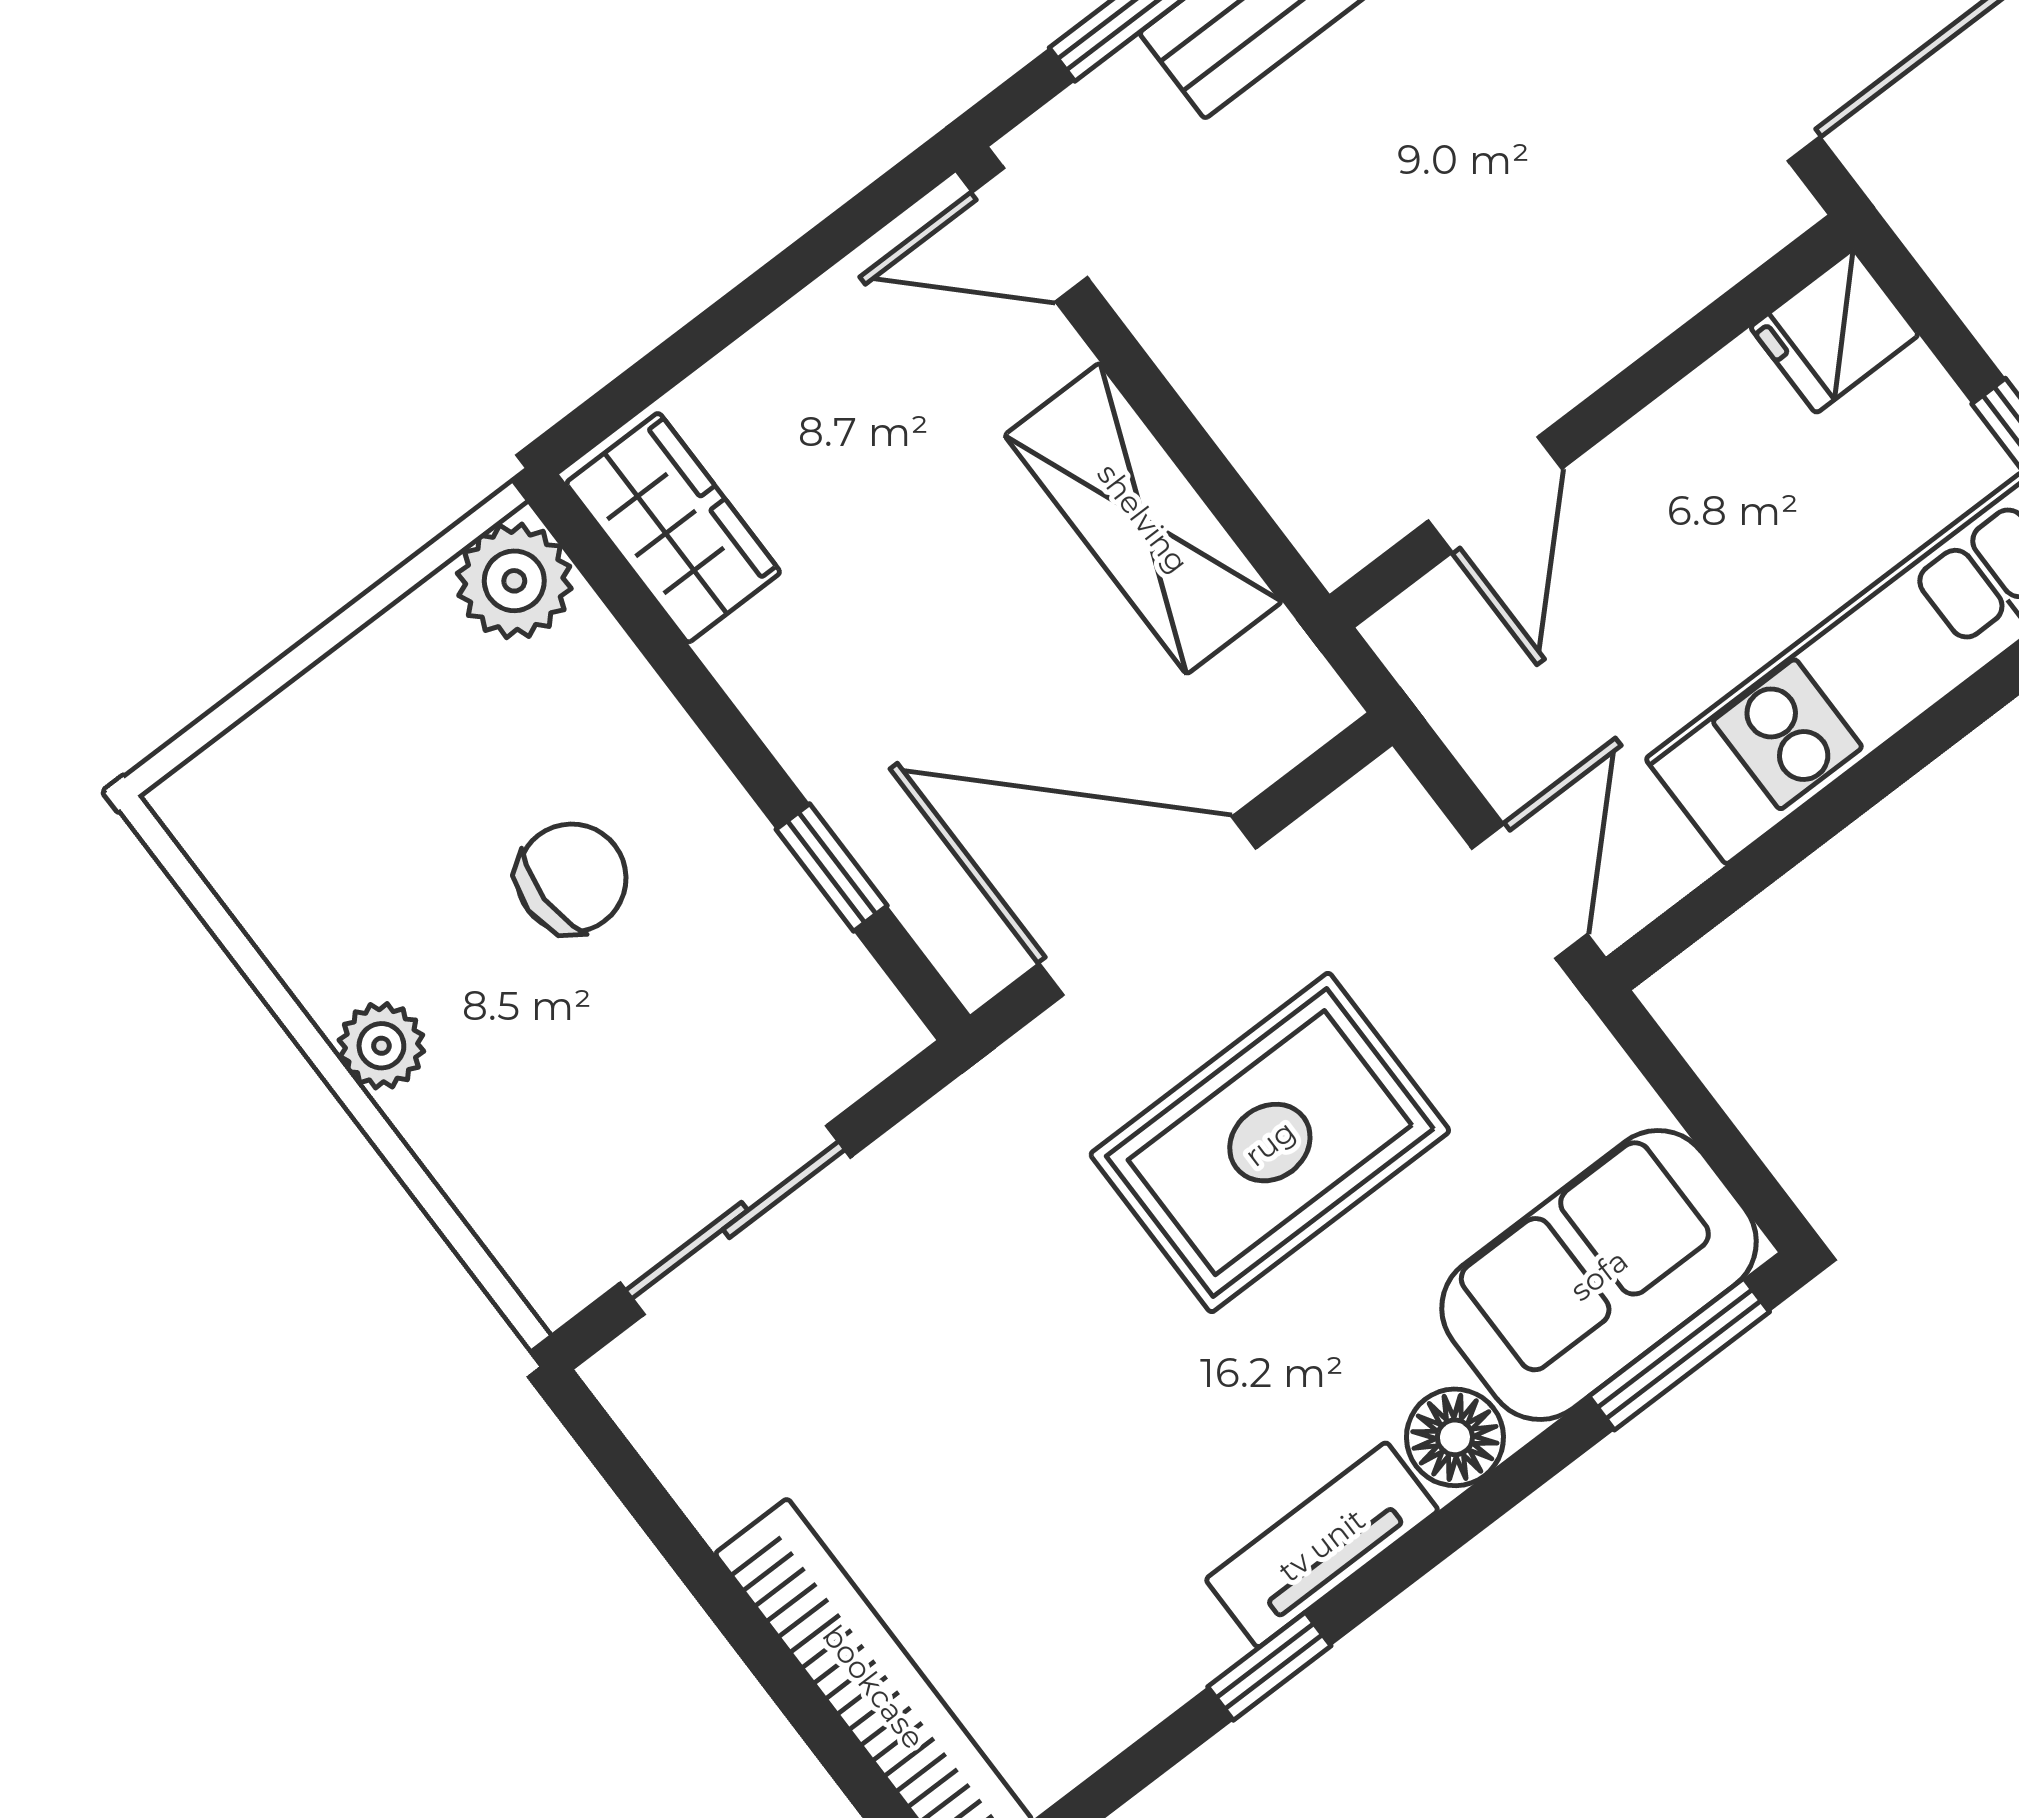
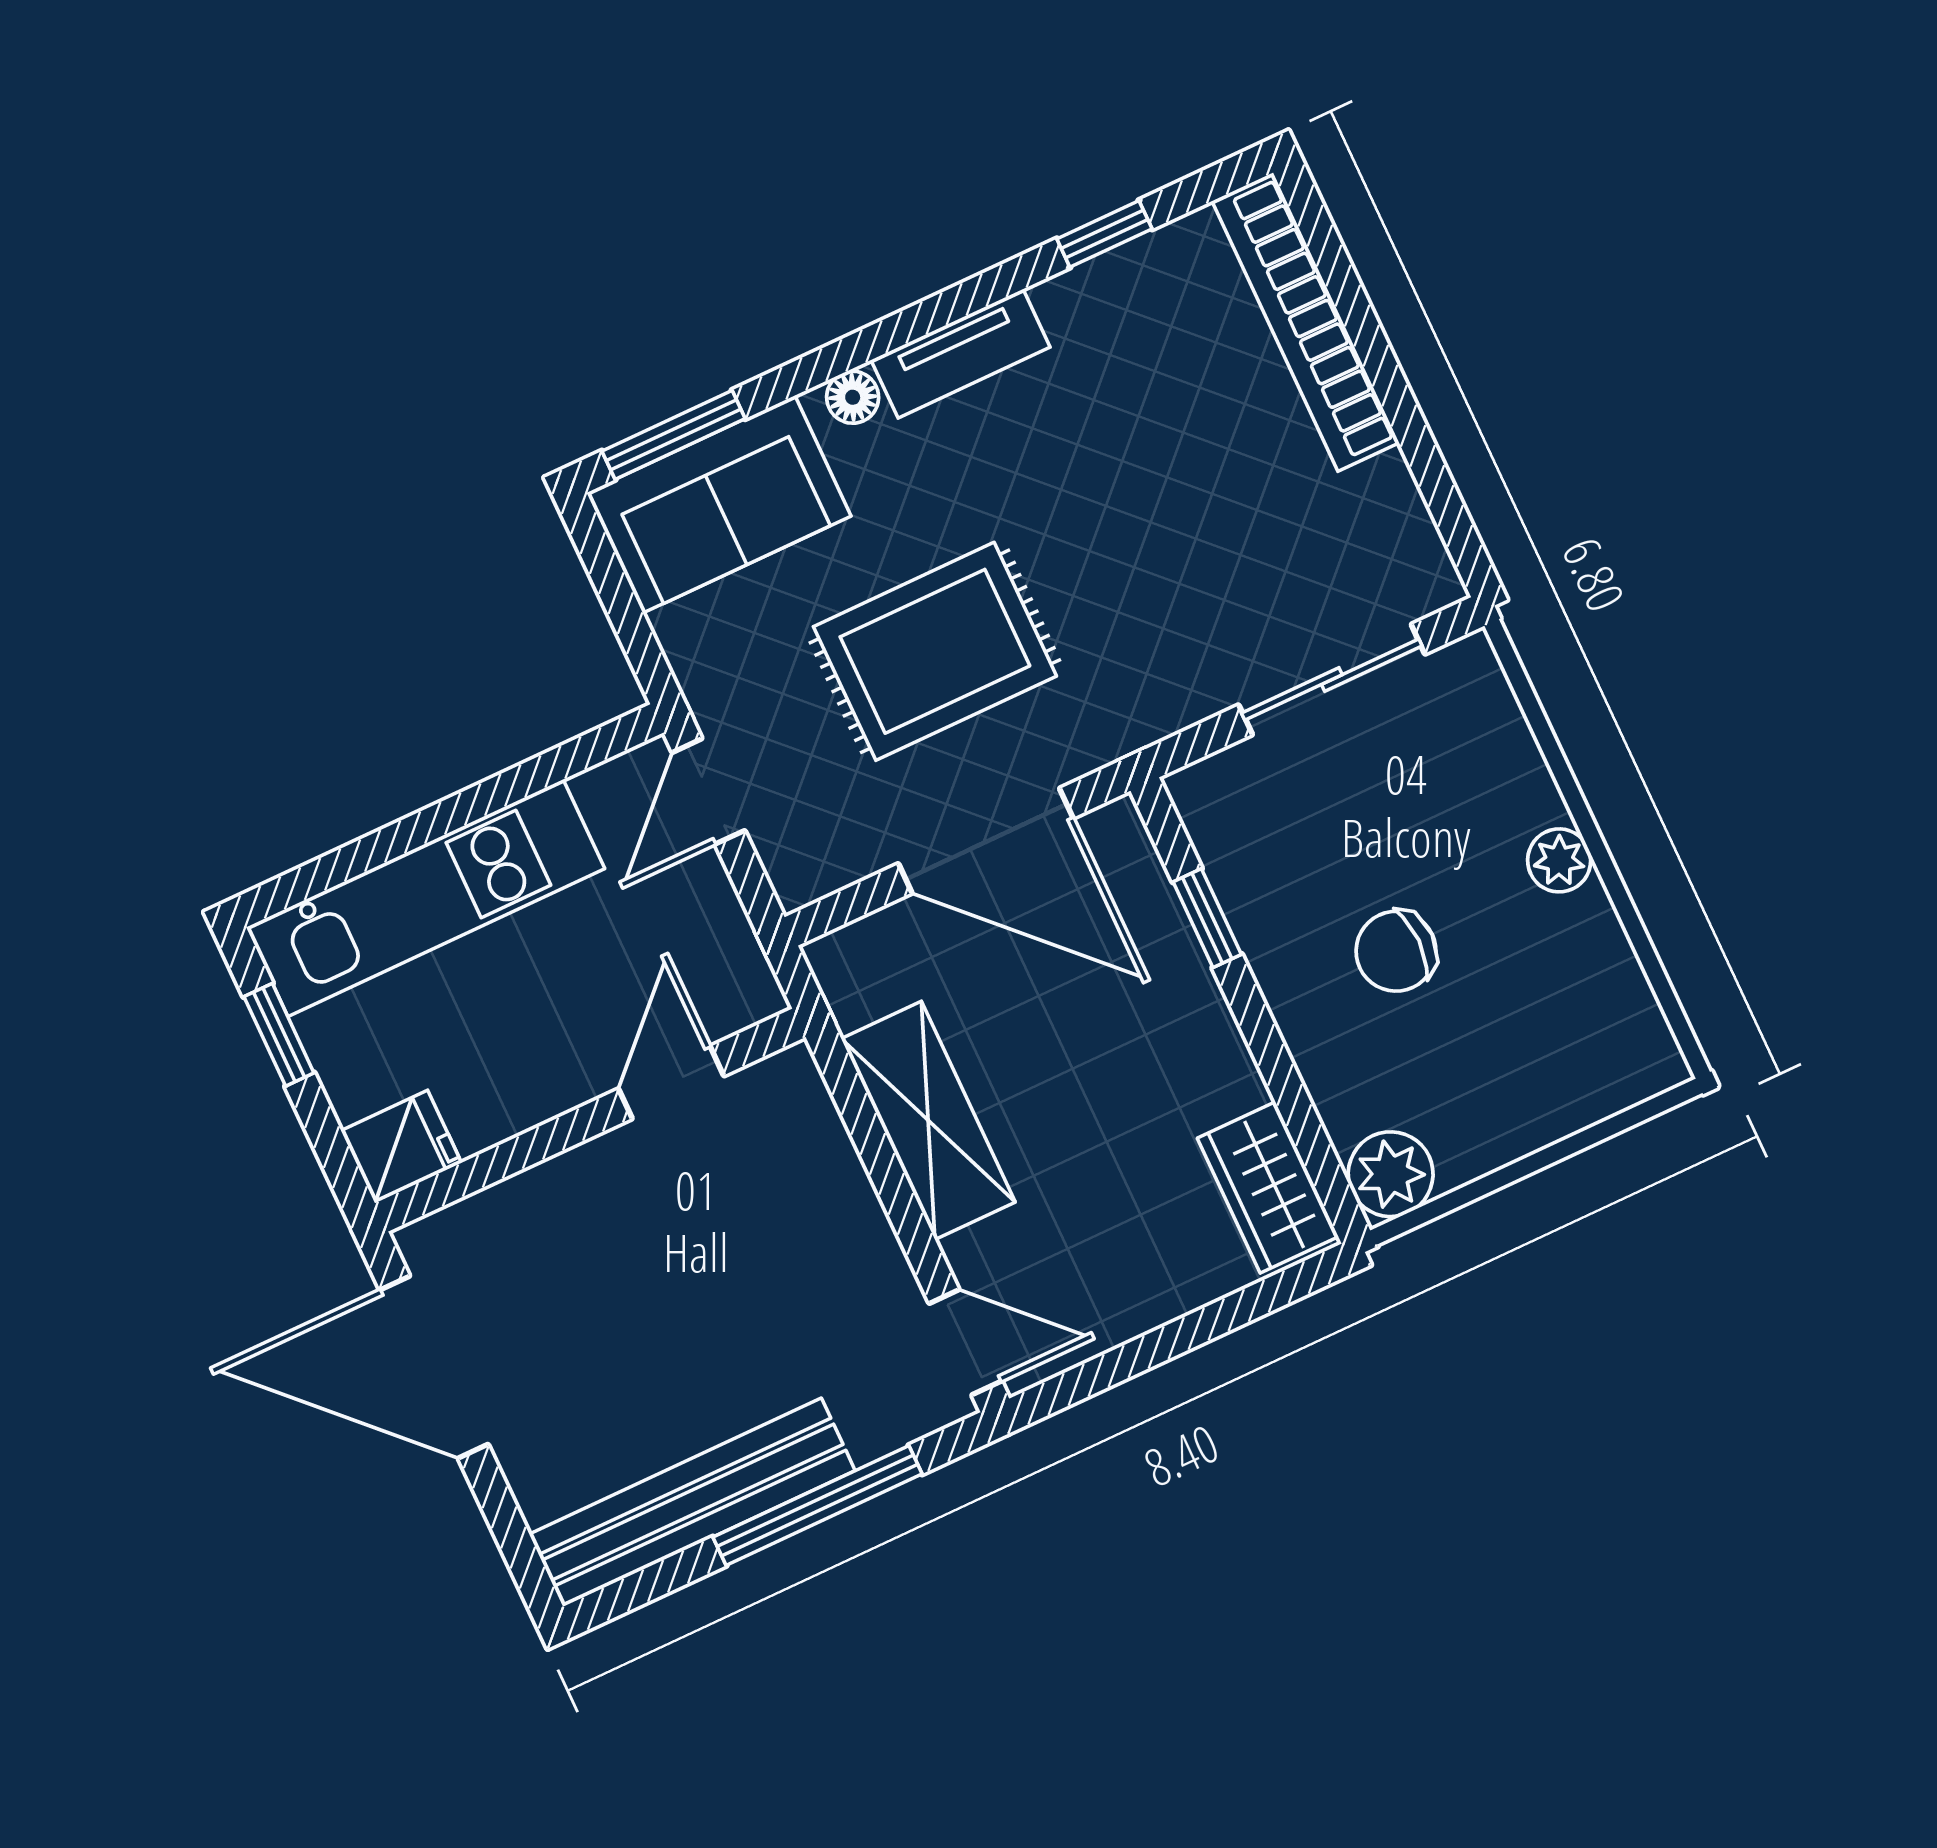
floor lamp: (1455, 1437) -> (853, 397), width x0.73, depth x0.73
window: (1269, 1666) -> (1104, 234), moved

